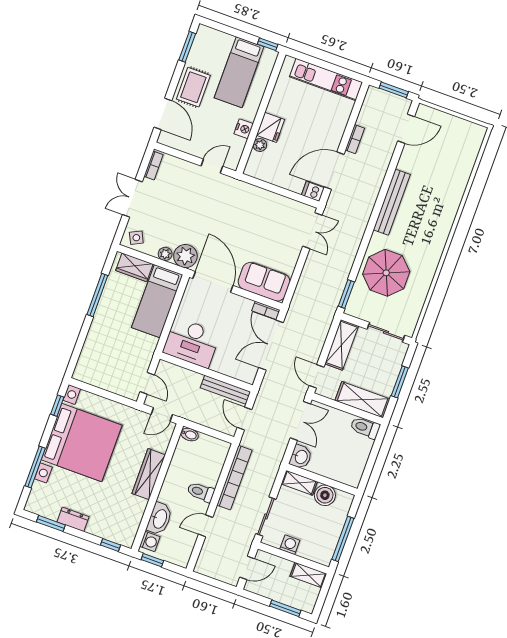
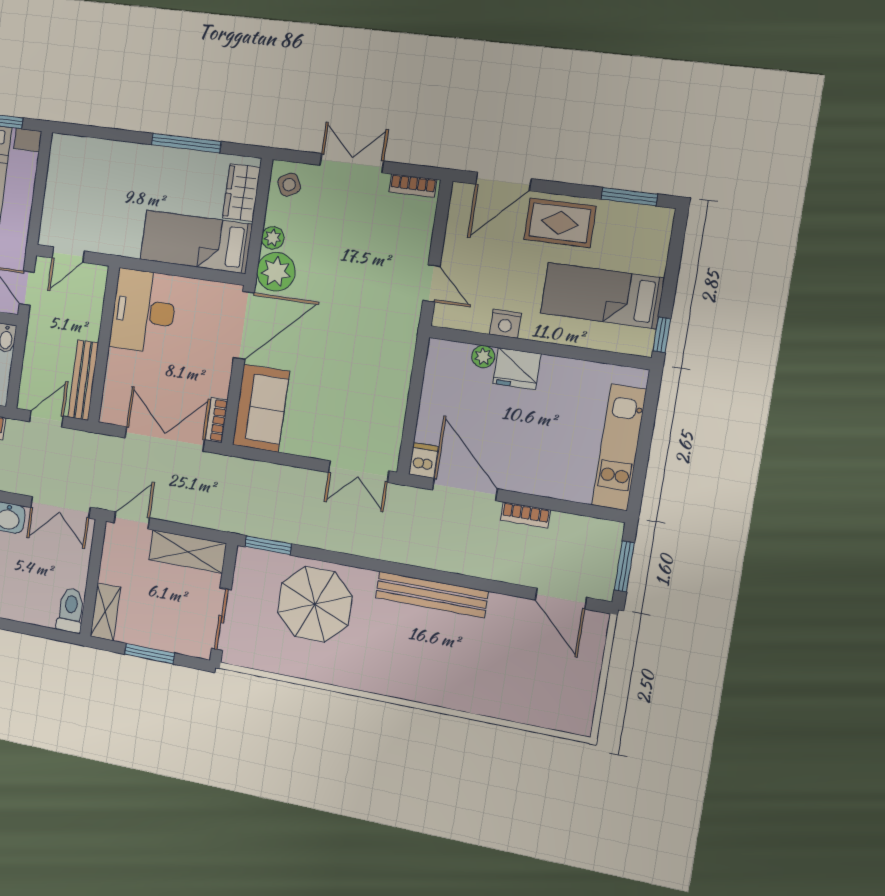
shelving: (362, 400) -> (105, 612), width x0.67, depth x0.75

